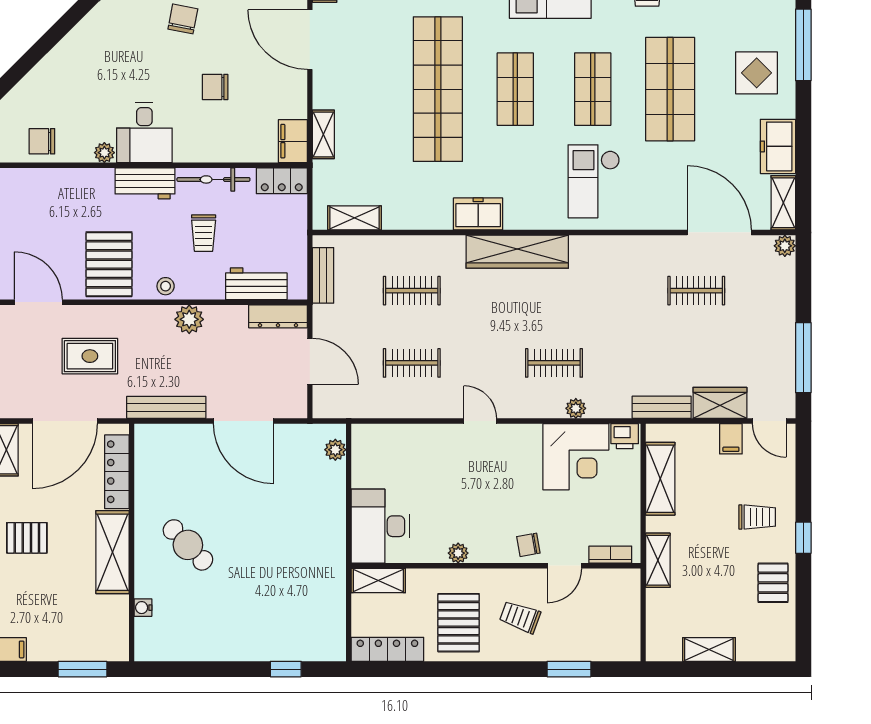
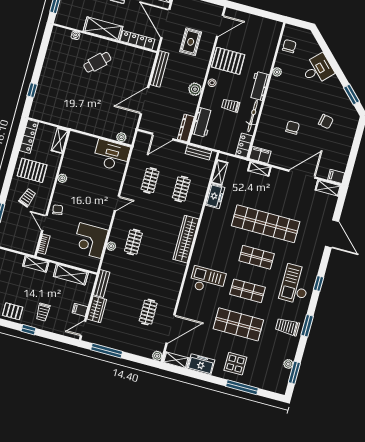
desk: (144, 133) -> (318, 69), moved, turned 135
freezer: (478, 214) -> (215, 196), moved
printer: (625, 436) -> (93, 264), removed
desk: (380, 526) -> (111, 155), moved

